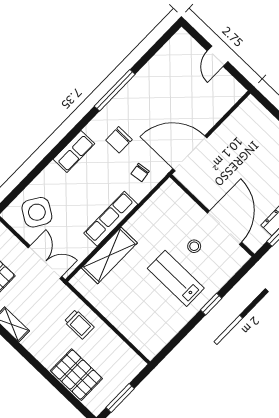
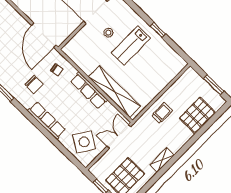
row of seats: (74, 151) -> (47, 121), width x1.48
shelving: (109, 255) -> (114, 92), width x1.47
window: (211, 304) -> (158, 30), moved

